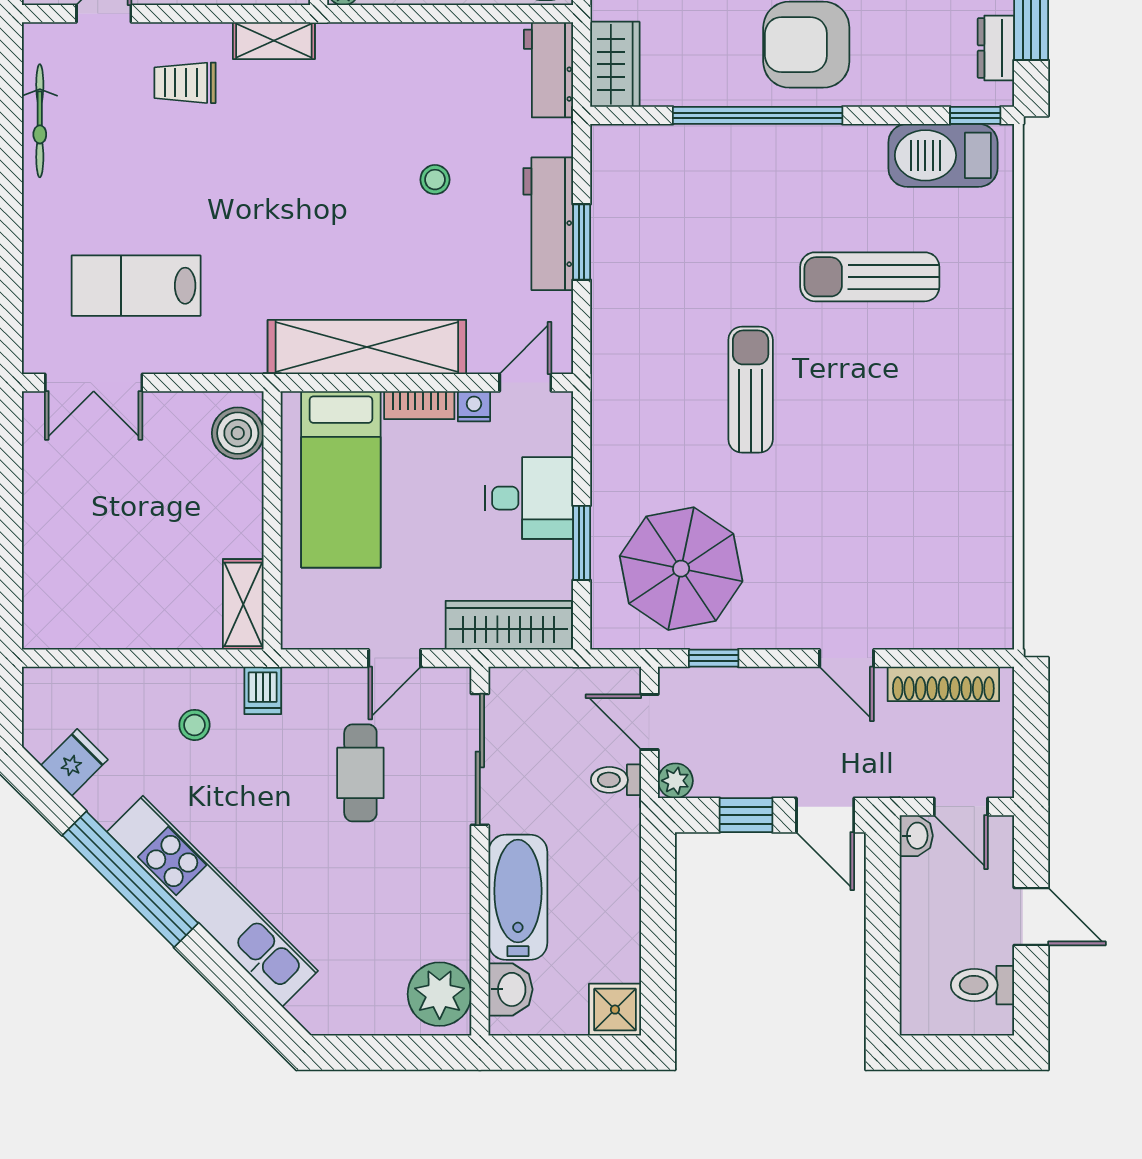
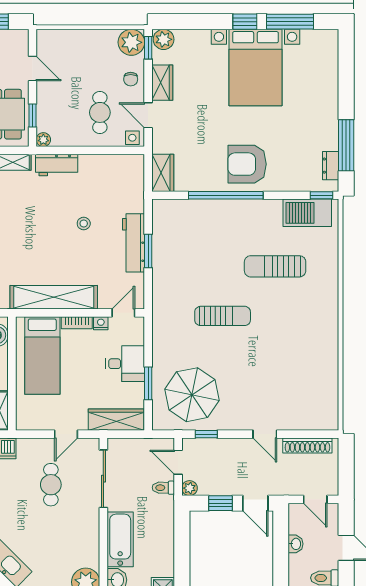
workbench: (549, 70) -> (57, 165), moved, turned -90
sun lounger: (751, 390) -> (223, 316), turned 90
washbasin: (916, 836) -> (296, 544), moved

